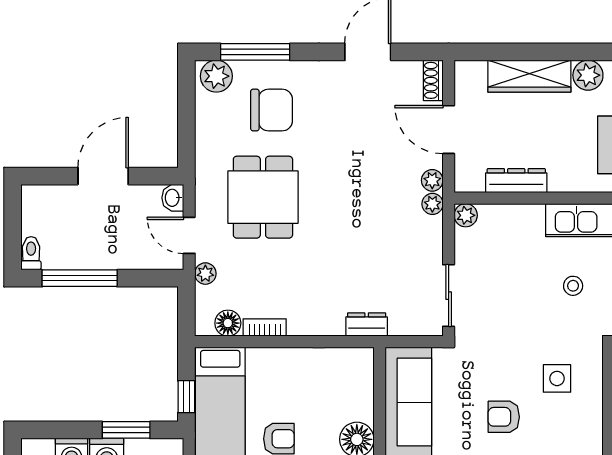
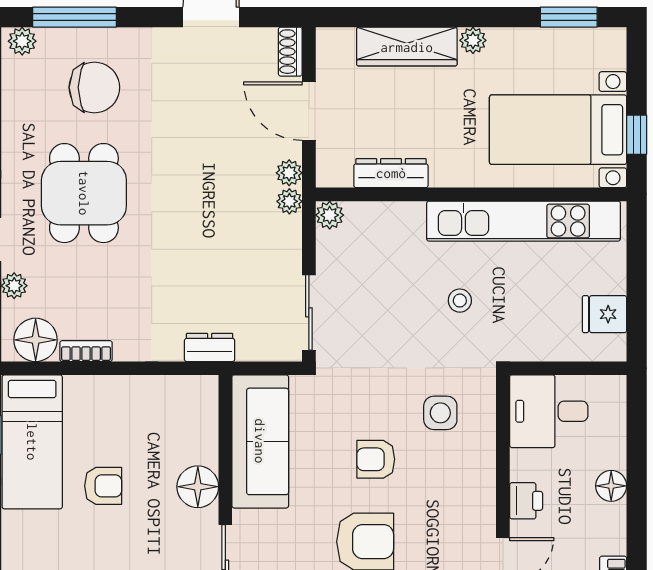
plant: (588, 75) -> (473, 40), width x0.73, depth x0.73
plant: (216, 76) -> (22, 41), width x0.73, depth x0.73
floor lamp: (228, 323) -> (36, 340), width x1.38, depth x1.38

